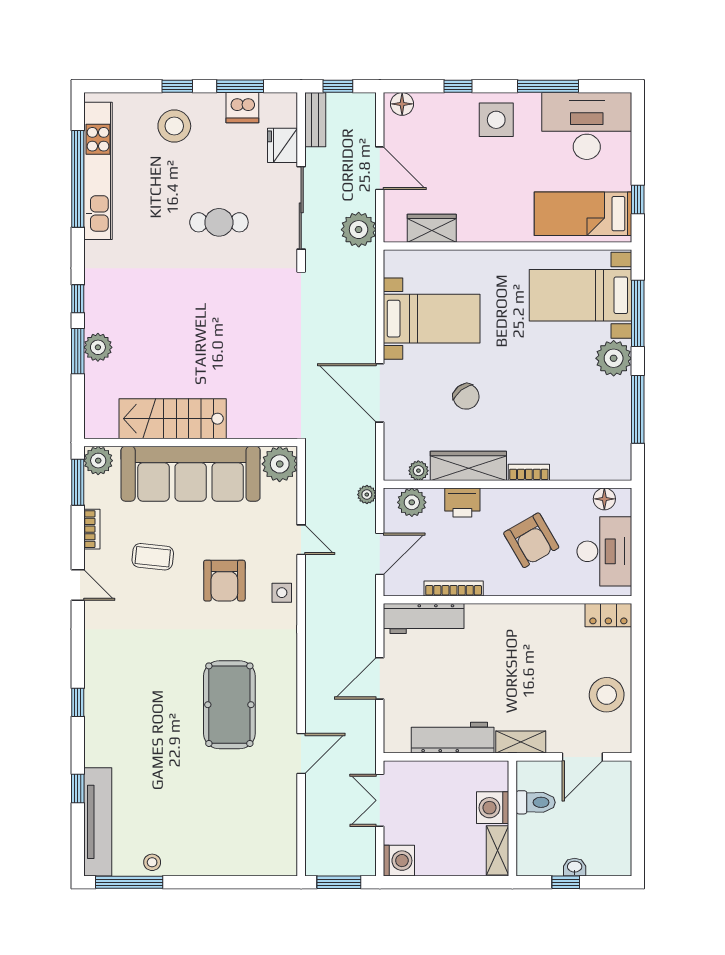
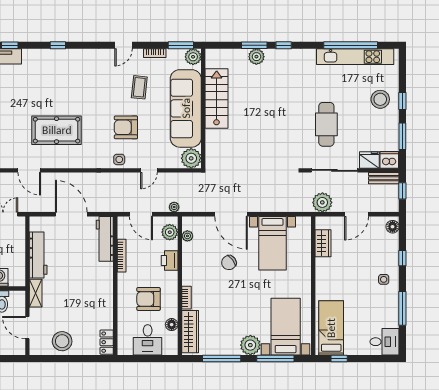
dishwasher: (242, 108) -> (389, 160), moved, turned 90
side table: (496, 120) -> (384, 279), width x0.54, depth x0.54
desk: (587, 126) -> (385, 342), width x0.53, depth x0.77
cafe table: (219, 222) -> (326, 124), width x1.37, depth x1.35
door: (380, 393) -> (231, 214), swing flipped
wardrobe: (468, 466) -> (190, 332), moved
floor lamp: (604, 499) -> (172, 325), moved
armchair: (531, 540) -> (149, 299), turned 30
desk: (604, 551) -> (148, 340), width x0.73
door: (380, 678) -> (71, 214), width x1.36

